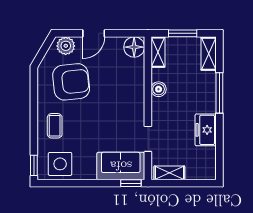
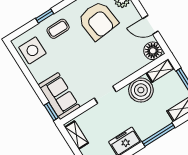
door: (94, 33) -> (150, 25), moved
boiler: (159, 89) -> (141, 90), width x1.86, depth x1.86
doorway: (148, 139) -> (105, 95), moved
window: (34, 165) -> (45, 16), moved

